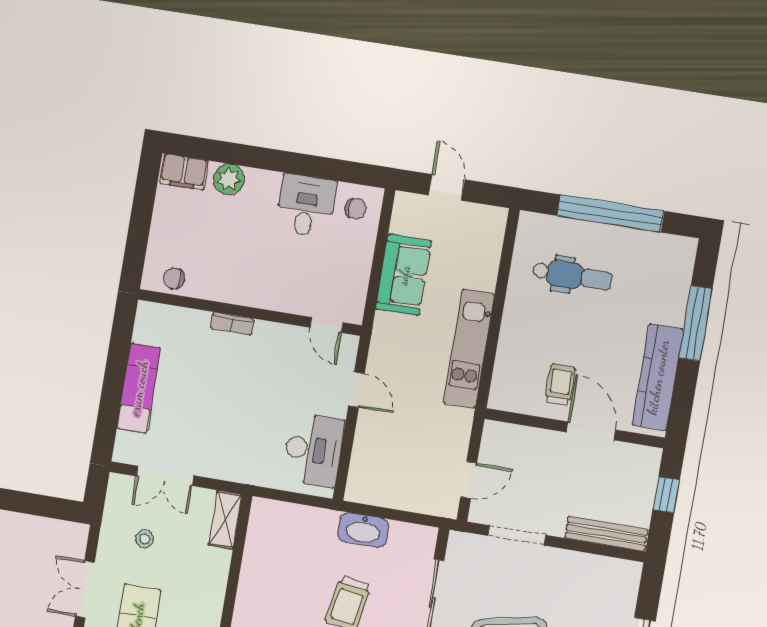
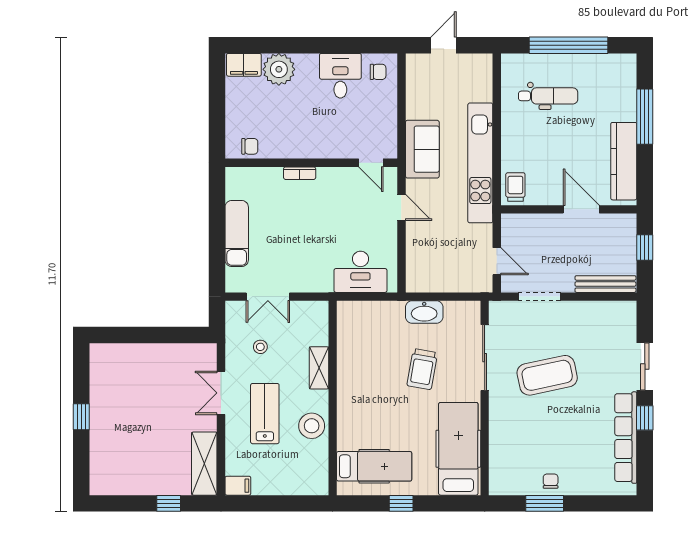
plant: (229, 179) -> (279, 69), width x1.36, depth x1.36
door: (447, 187) -> (443, 45), hinge flipped
sofa: (404, 275) -> (422, 149), moved
chair: (174, 278) -> (250, 146), turned 180
kitchen unit: (469, 349) -> (480, 163), width x1.36
trolley: (560, 384) -> (515, 187), moved
desk: (313, 450) -> (360, 272), moved, turned 90
door: (469, 480) -> (497, 261), hinge flipped
shelving: (225, 520) -> (319, 368), moved

